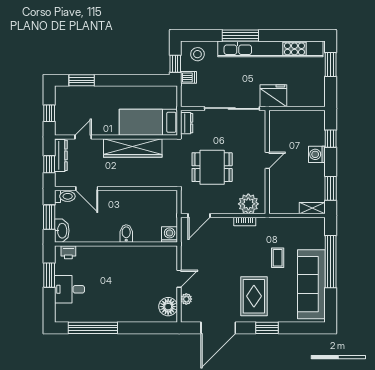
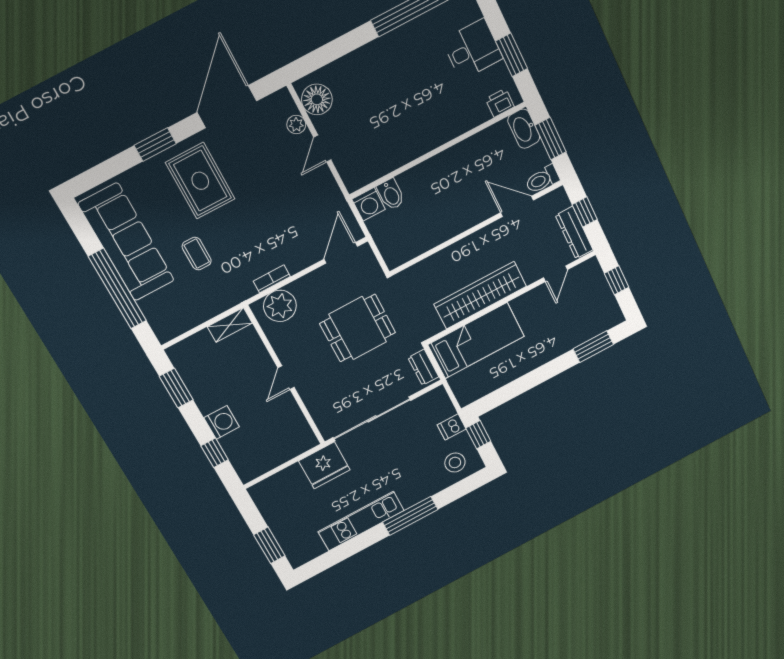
kitchen unit: (270, 49) -> (361, 521), width x0.54
shelving: (312, 208) -> (230, 325), moved
bidet: (126, 234) -> (391, 194), moved

